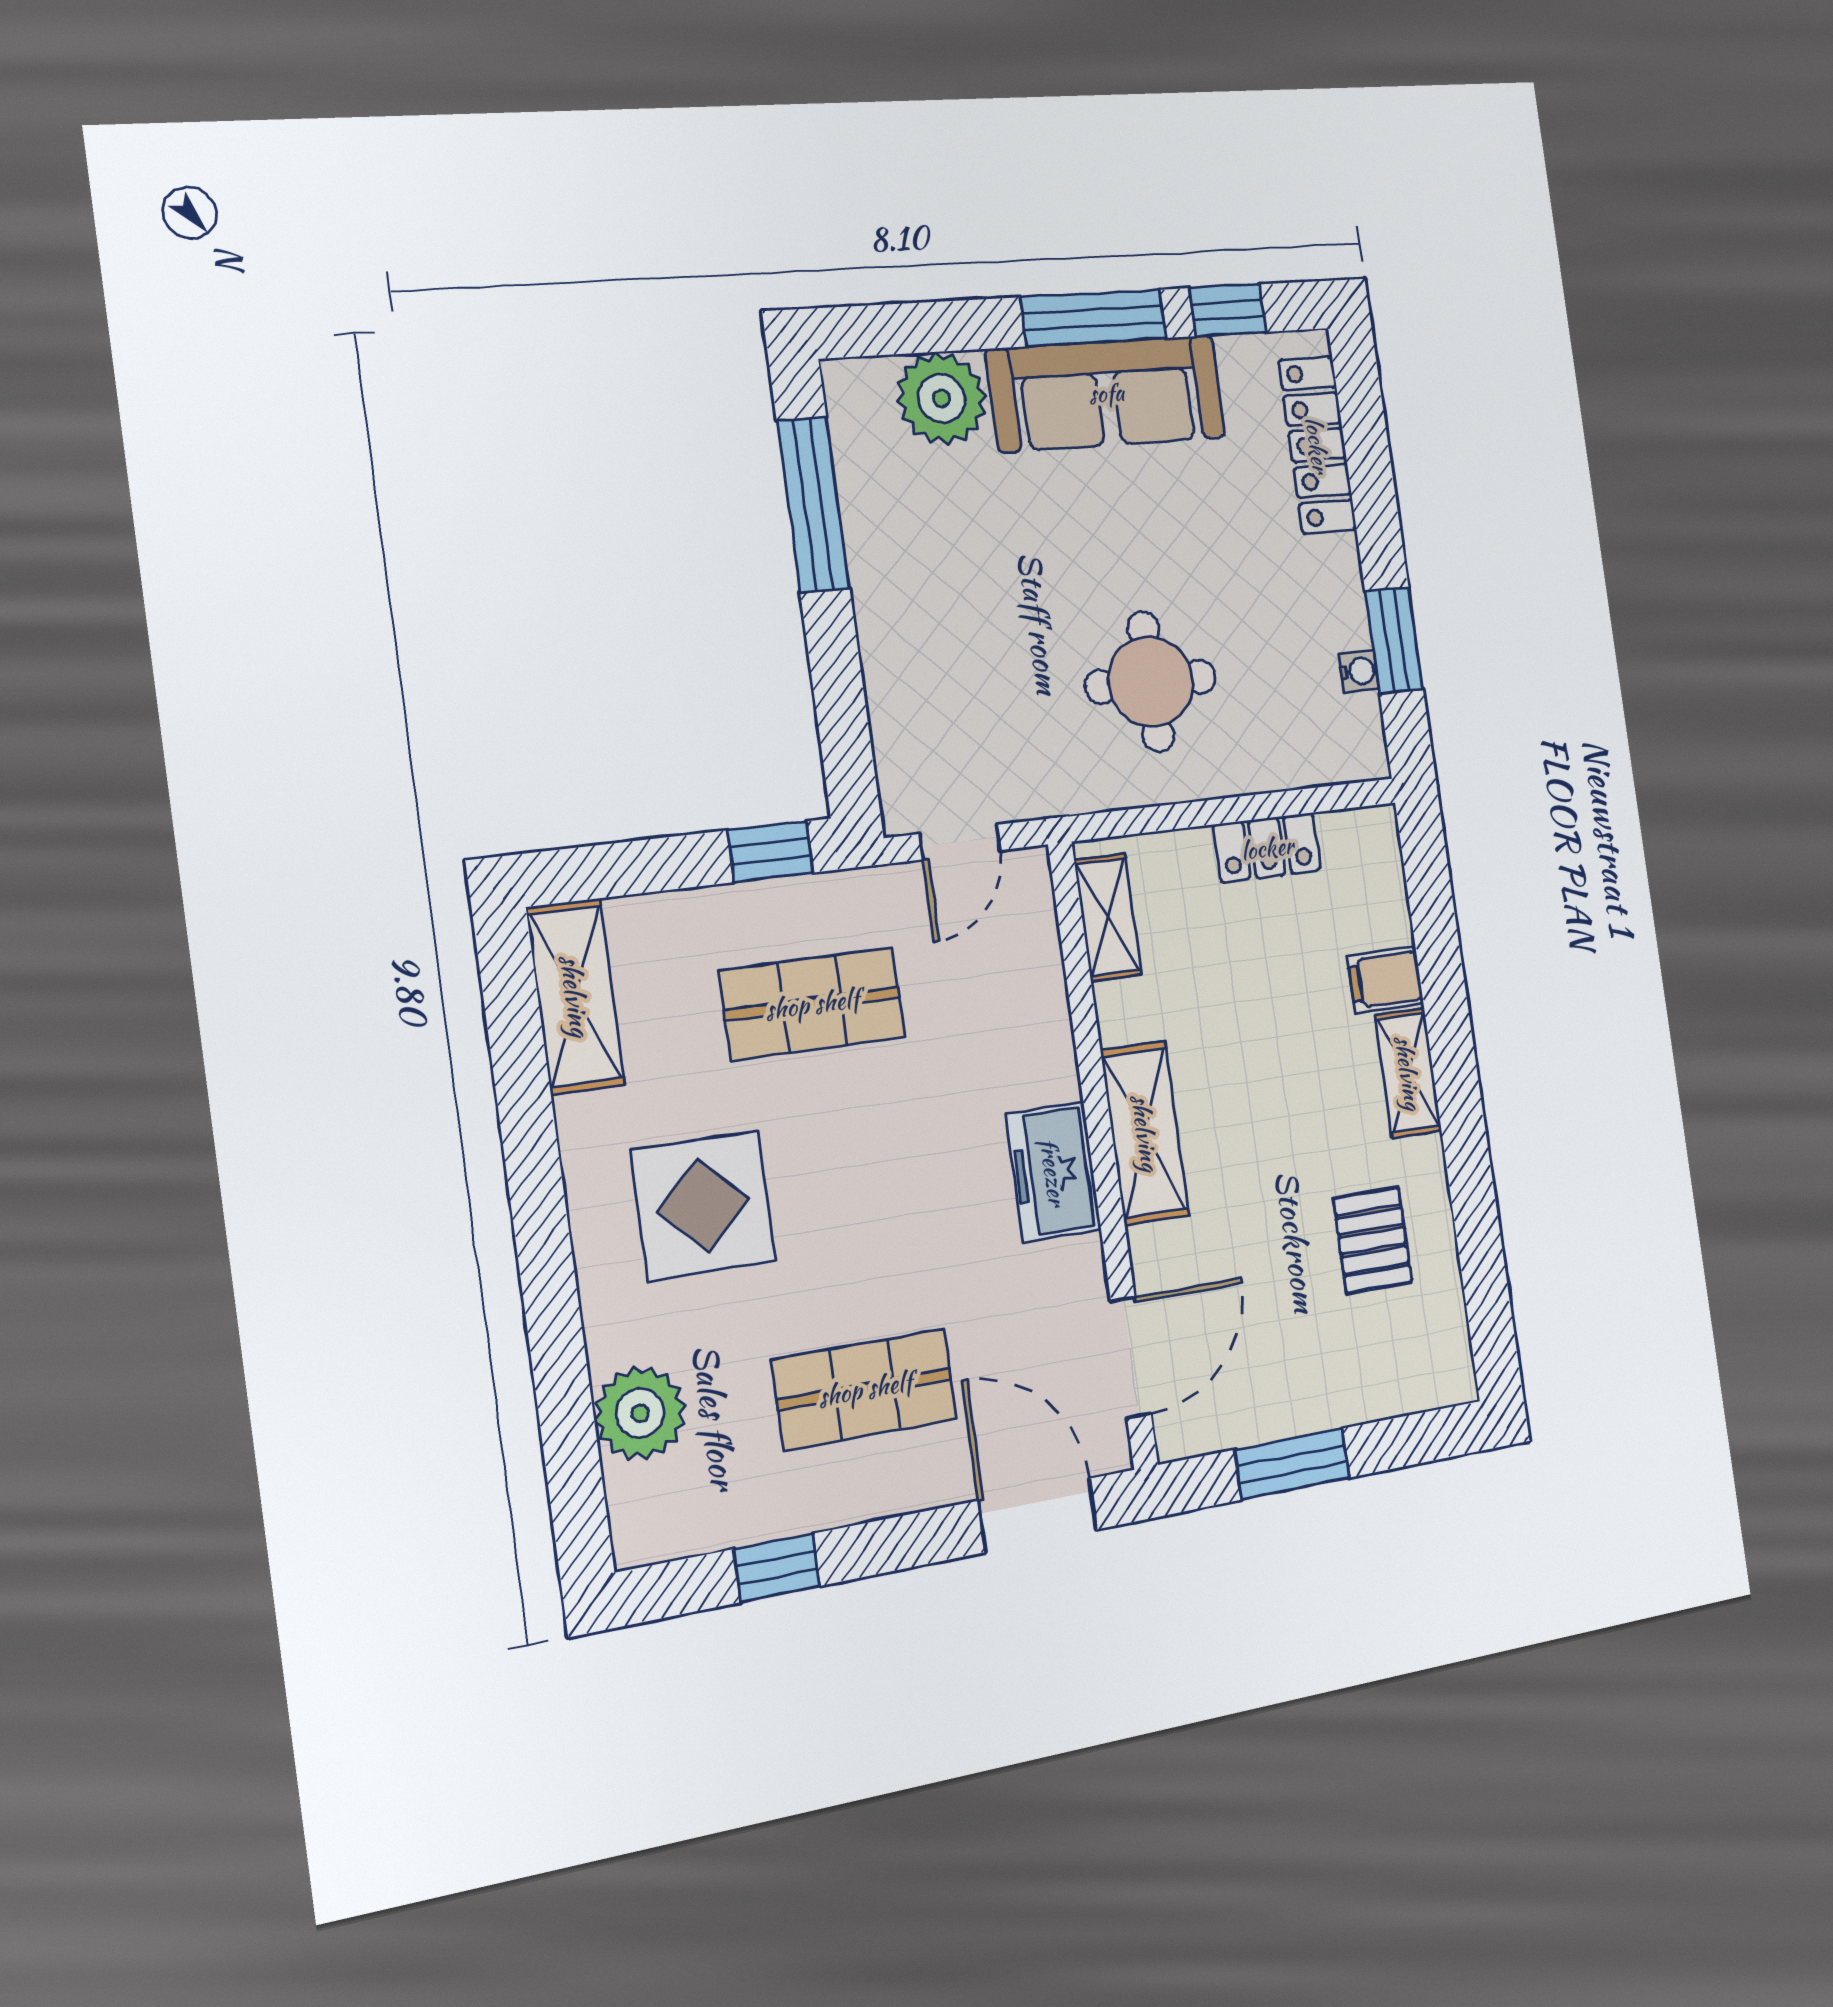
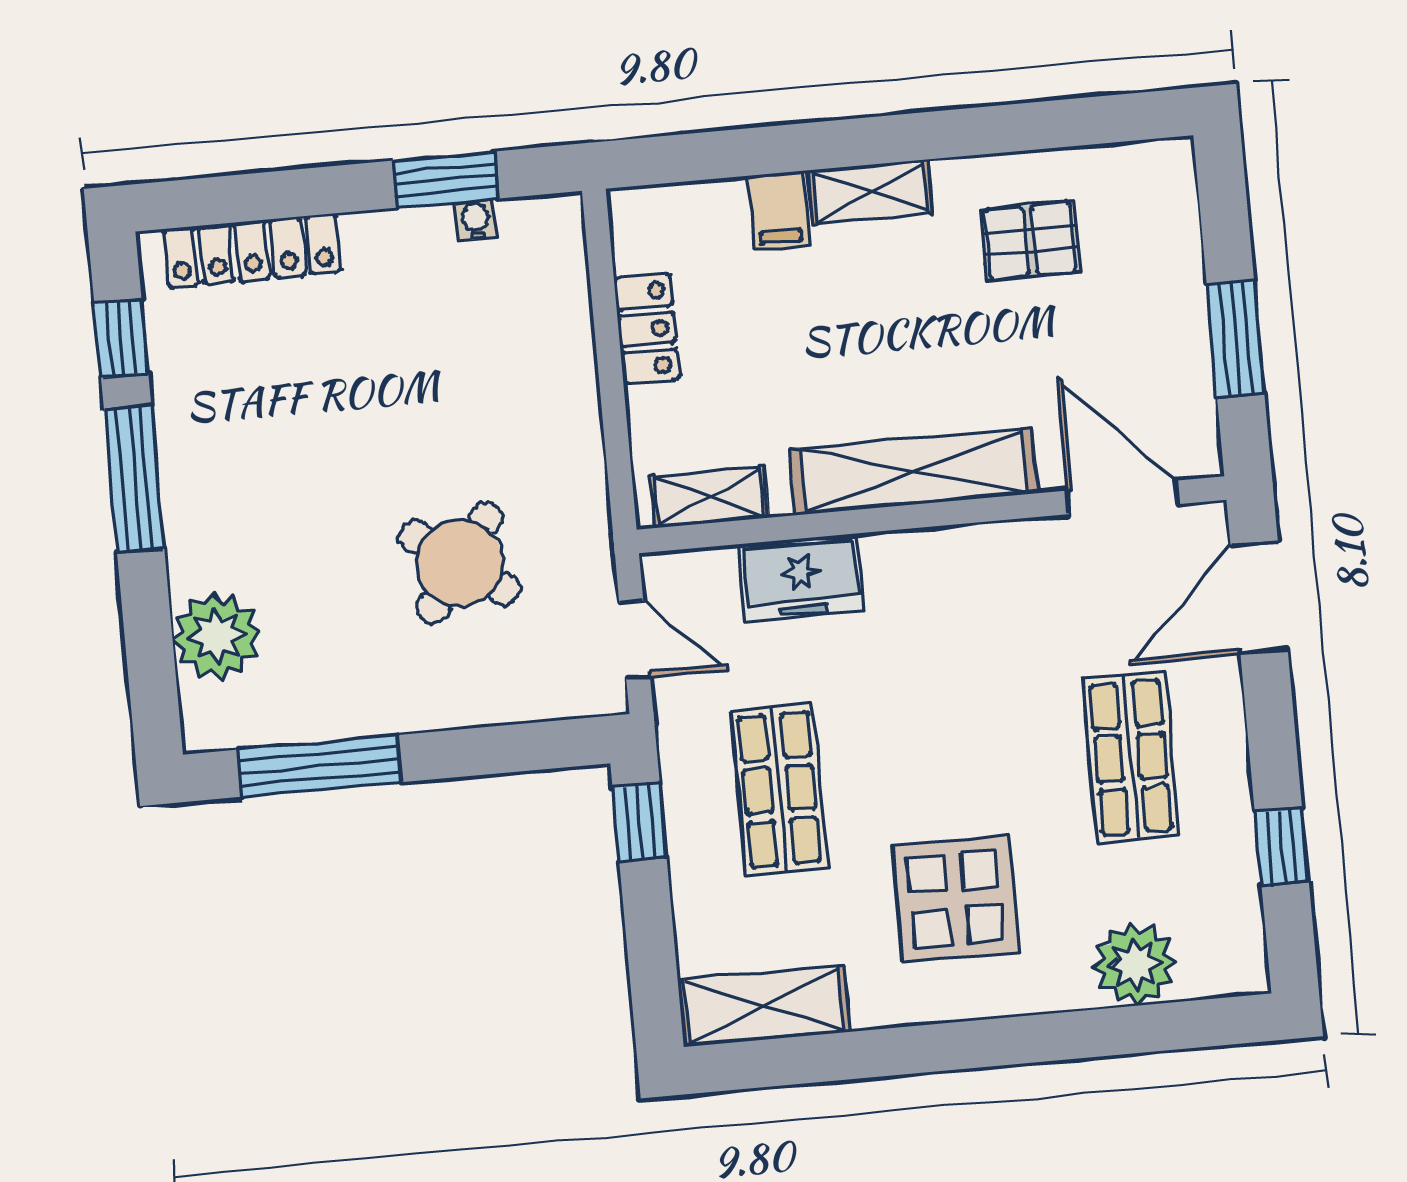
sofa: (1106, 393) -> (207, 470), removed
round table: (1151, 682) -> (460, 563), moved, turned 36
shelving: (1145, 1133) -> (914, 471), width x1.47
freezer: (1053, 1172) -> (801, 578), moved

